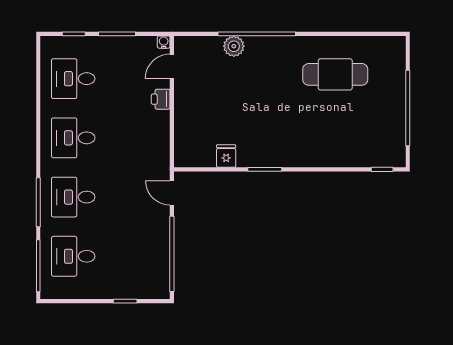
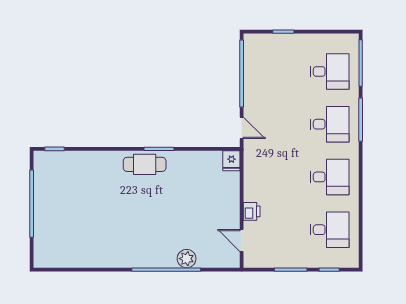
water cooler: (164, 42) -> (249, 262), removed
door: (172, 67) -> (242, 240), swing flipped
cafe table: (335, 74) -> (145, 164), moved, width x0.73, depth x0.74
fridge: (226, 156) -> (231, 161), moved

